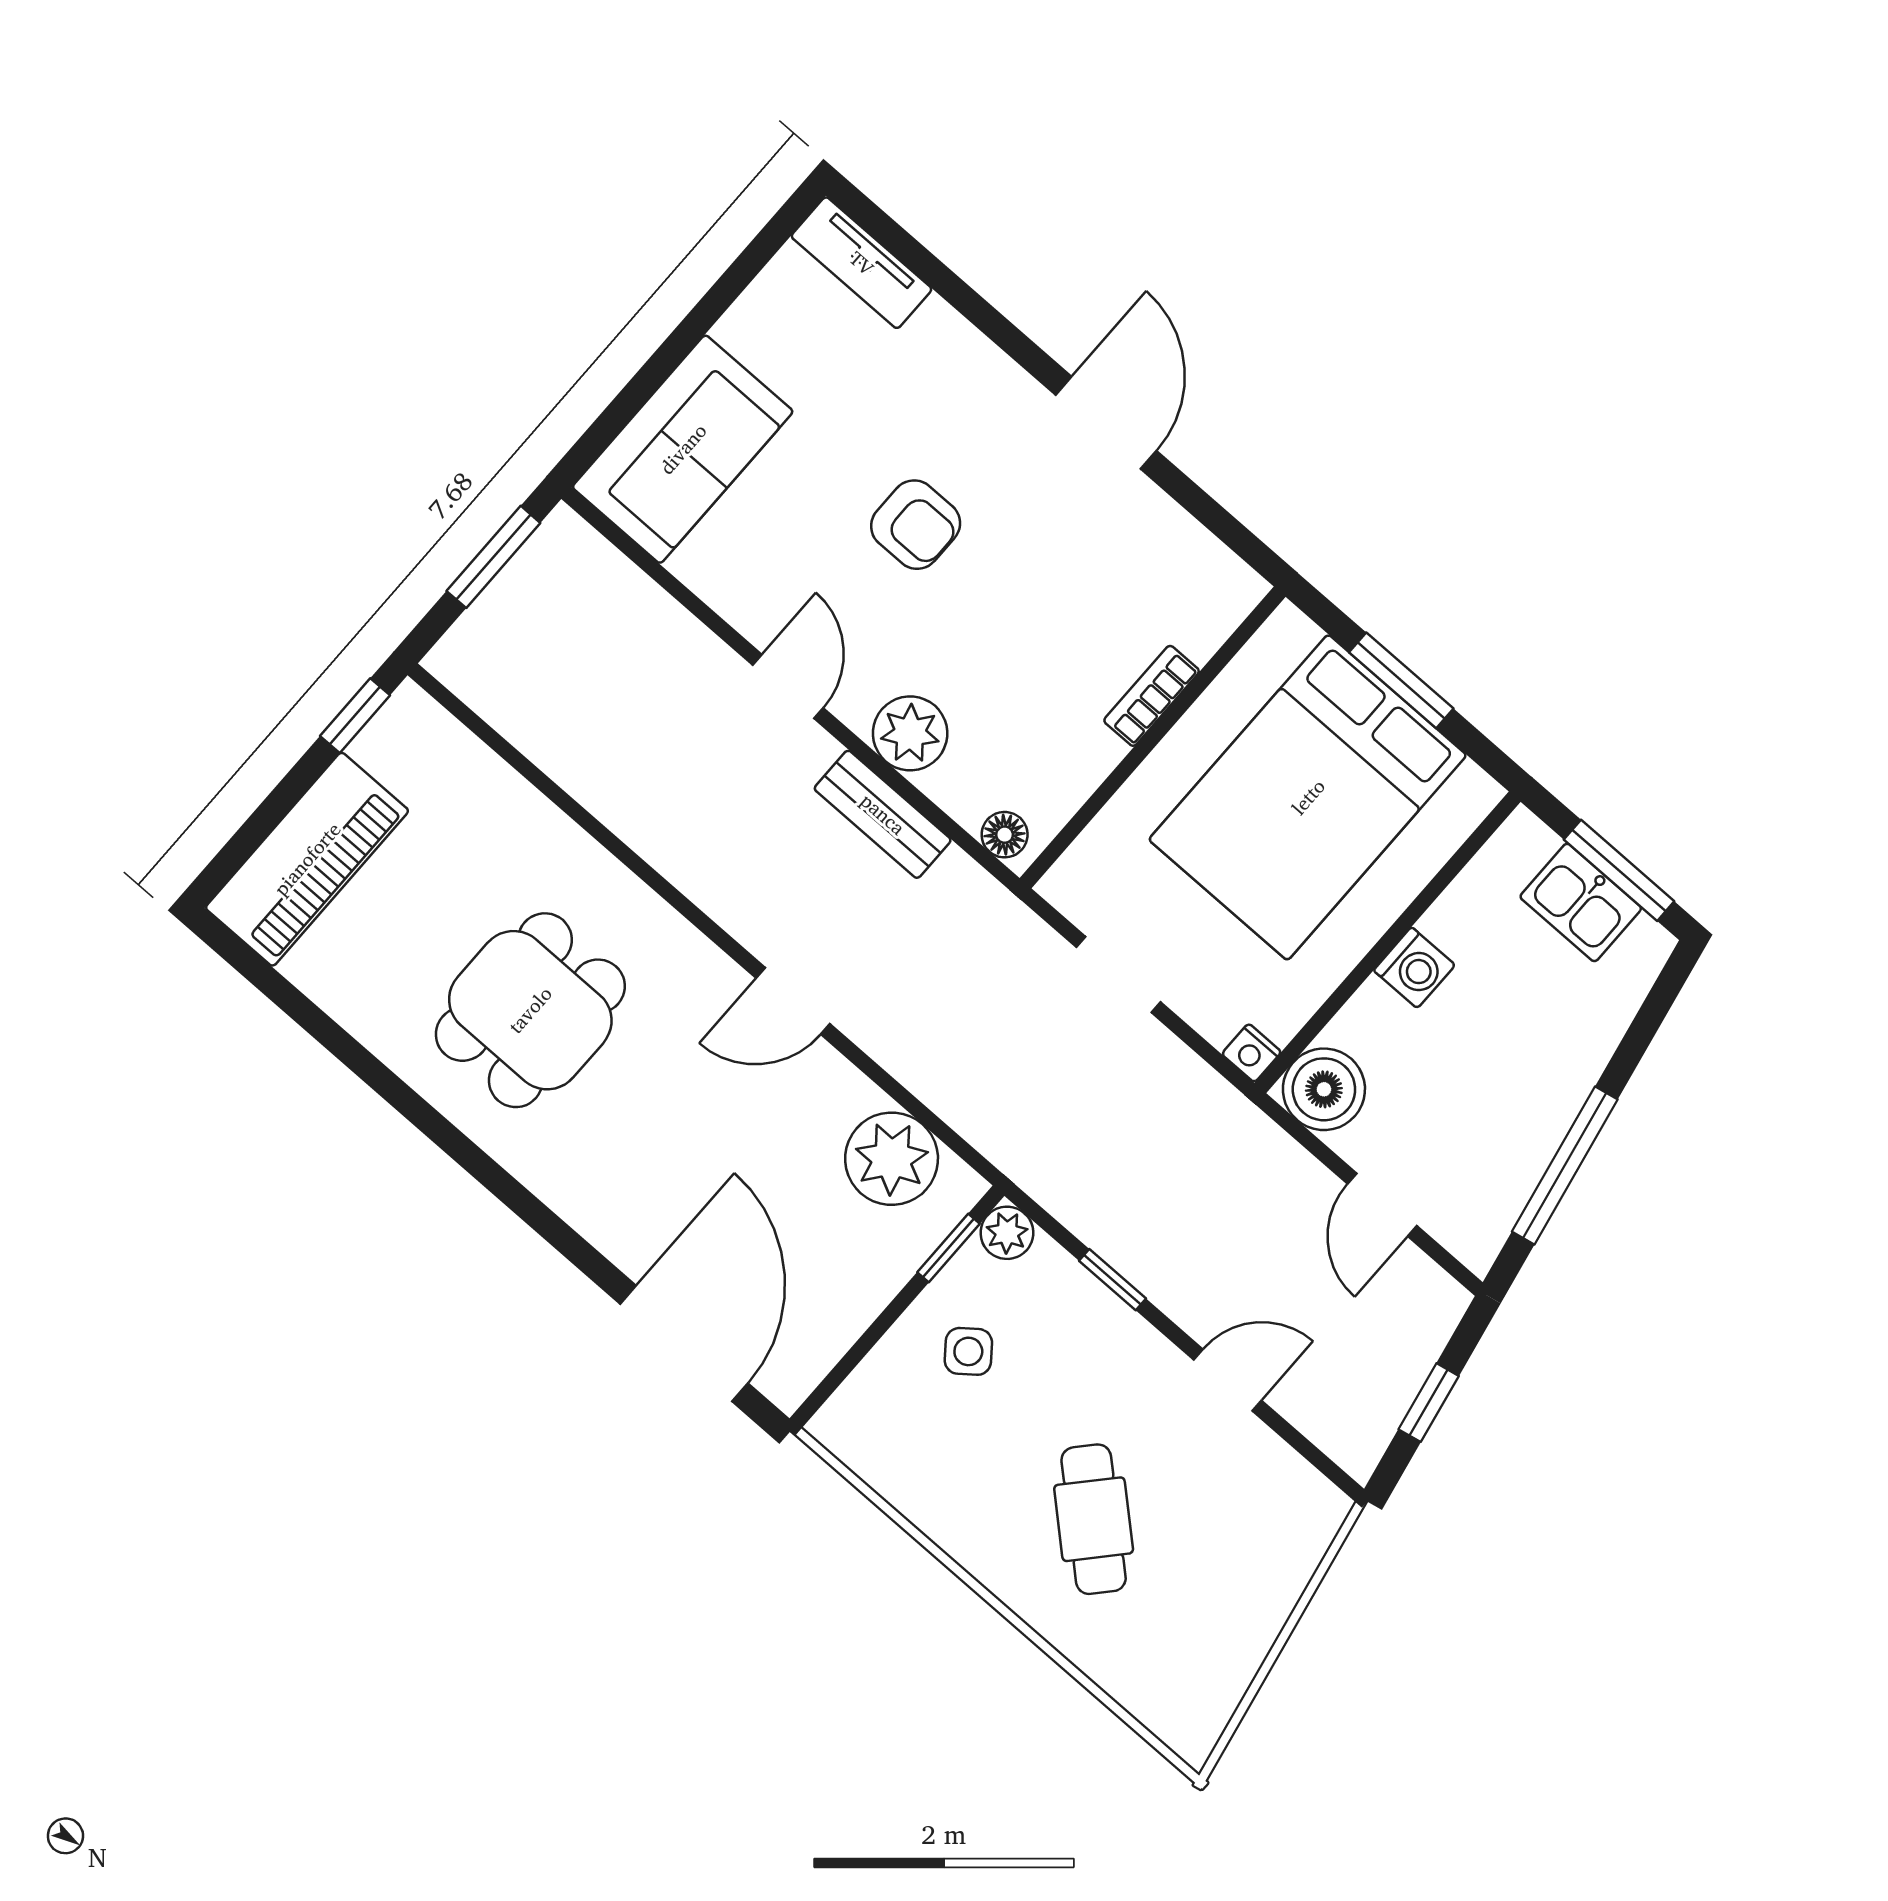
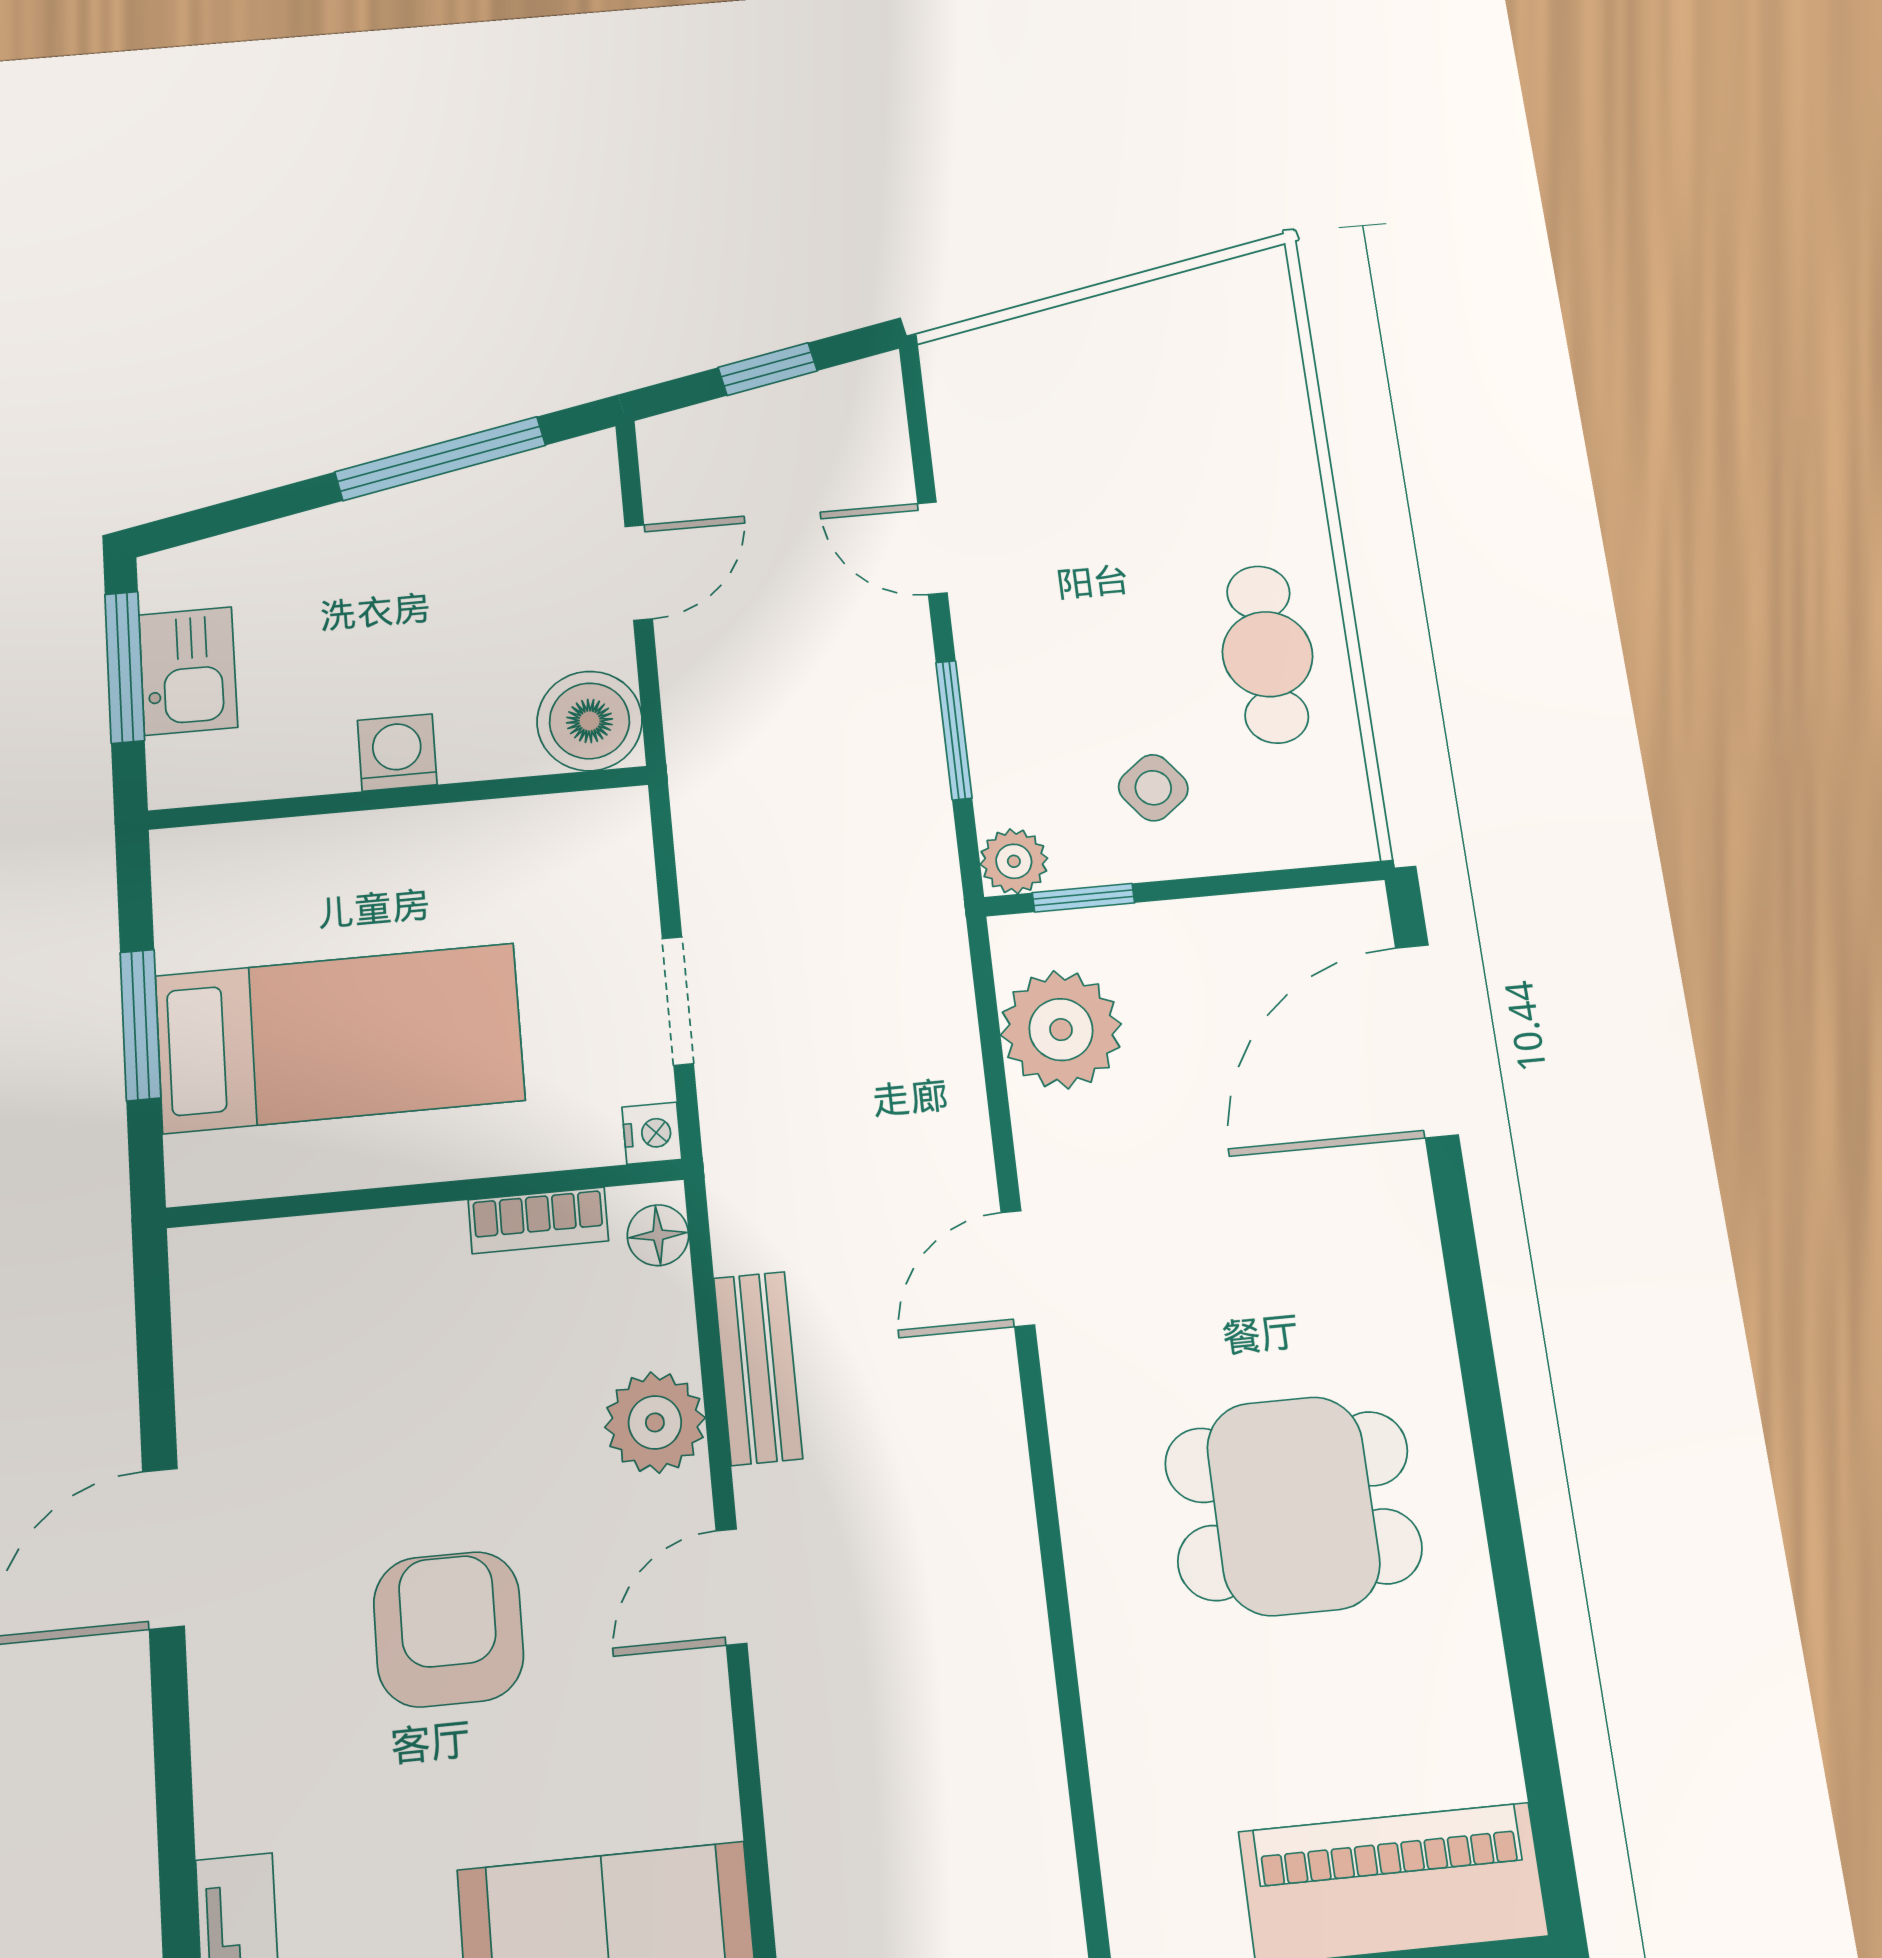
armchair: (916, 525) -> (448, 1629), width x1.38, depth x1.38
bookcase: (1152, 696) -> (538, 1220), moved
bed: (1308, 797) -> (339, 1038), width x0.67
door: (793, 1001) -> (1018, 1268), swing flipped
nightstand: (1252, 1053) -> (652, 1133), moved
window: (1113, 1280) -> (954, 730), width x1.50
cafe table: (1094, 1519) -> (1268, 654), moved, turned -42

